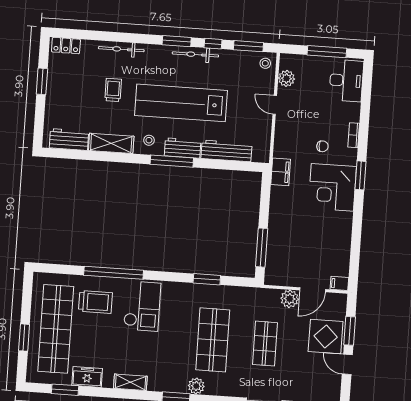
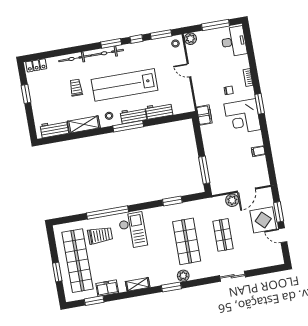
bicycle: (195, 54) -> (107, 53), moved
plant: (287, 78) -> (190, 39), moved
workbench: (226, 151) -> (159, 111), width x0.73
filing cabinet: (339, 283) -> (258, 151), moved

